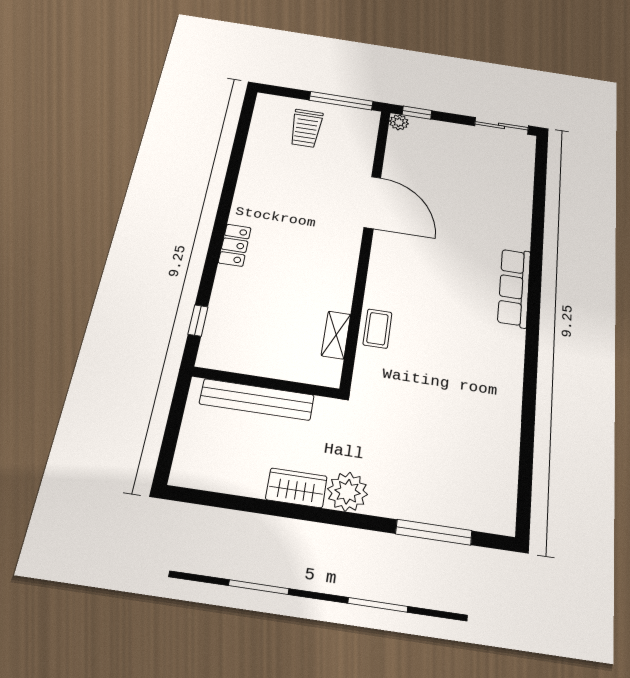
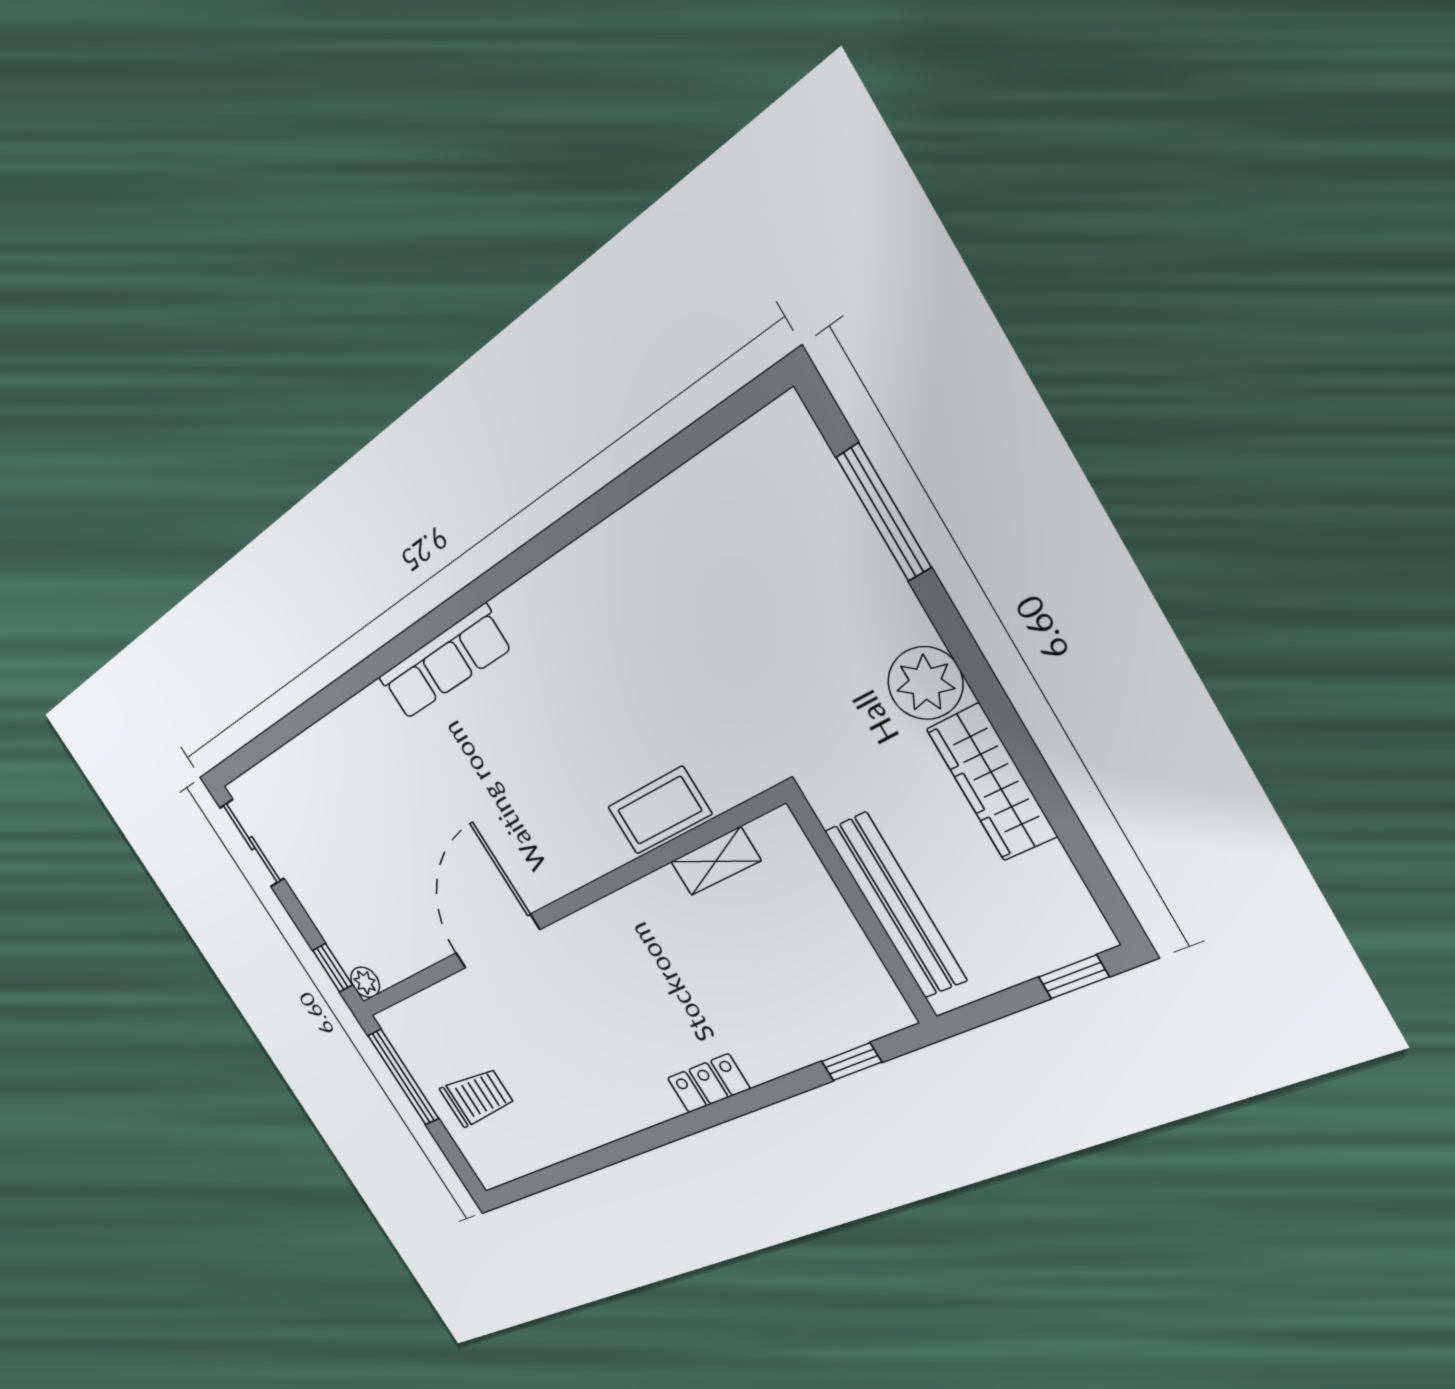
coffee table: (378, 329) -> (659, 811), width x1.36, depth x1.30
window: (167, 453) -> (1074, 977), added
wardrobe: (296, 488) -> (992, 783), width x1.50

